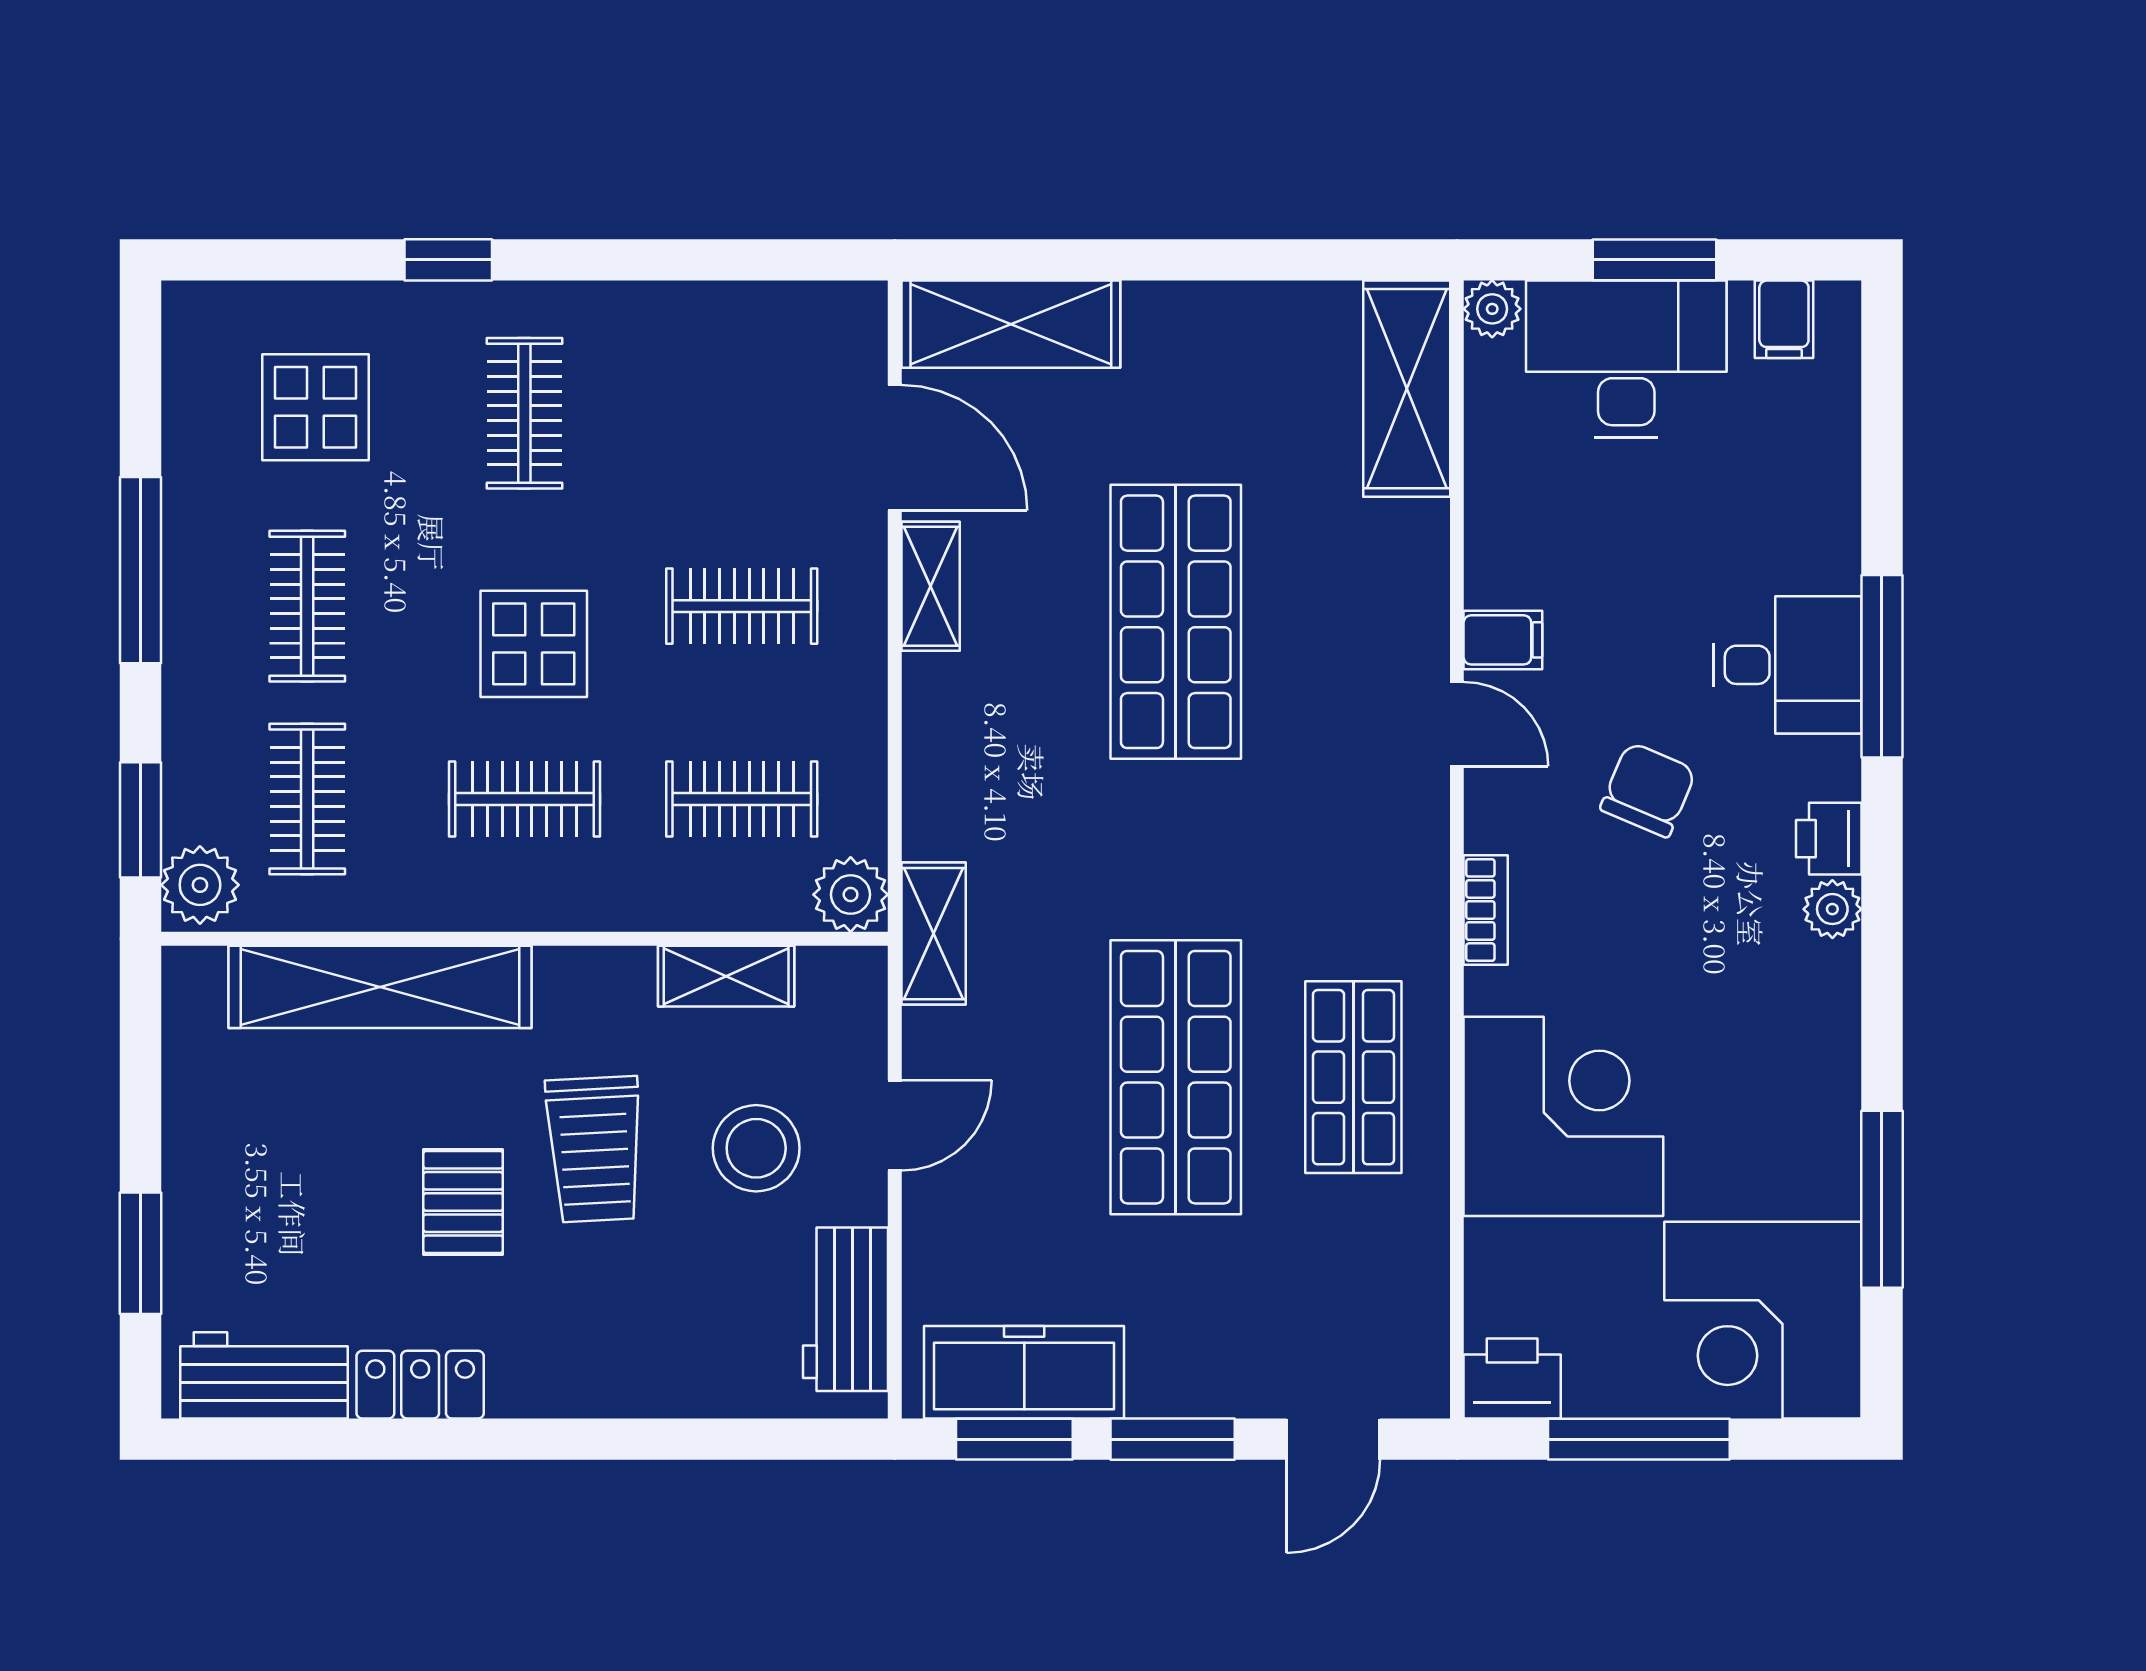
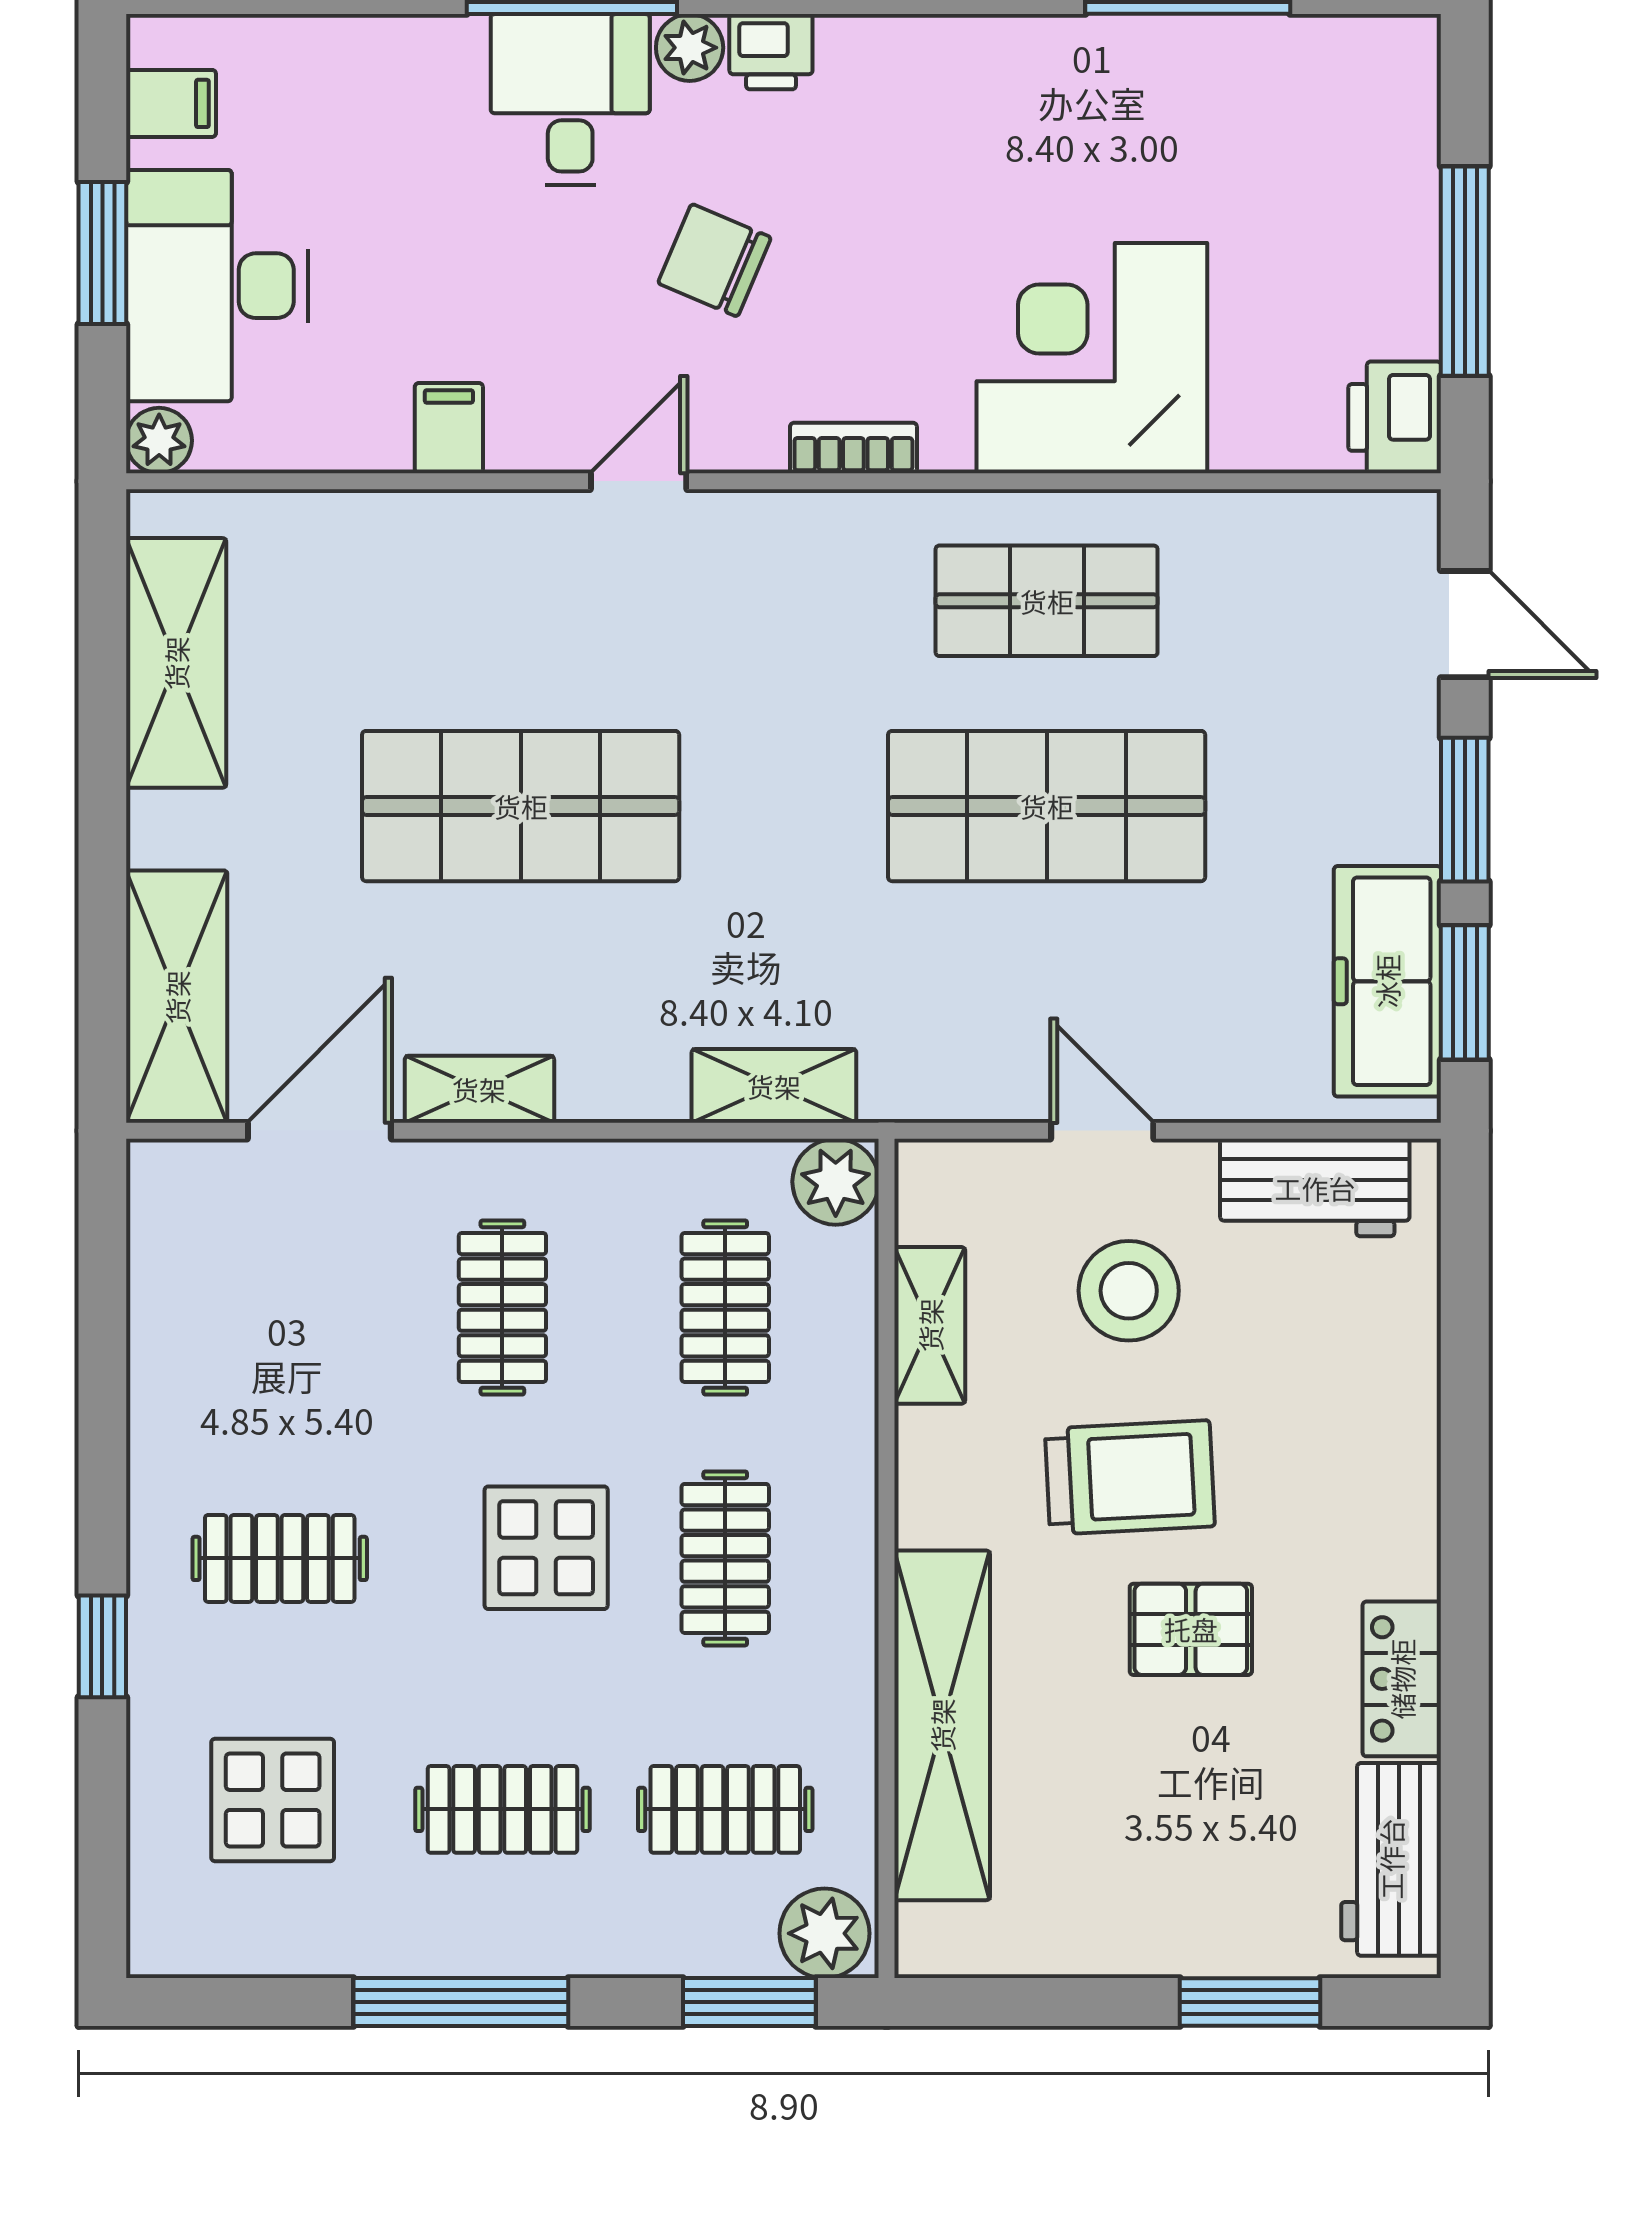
shelving: (1407, 389) -> (176, 663), moved, turned 90
filing cabinet: (1503, 640) -> (449, 428), moved
plant: (1832, 909) -> (690, 48), moved
shelving: (934, 934) -> (774, 1086), moved
corner desk: (1763, 1320) -> (1327, 128), removed

